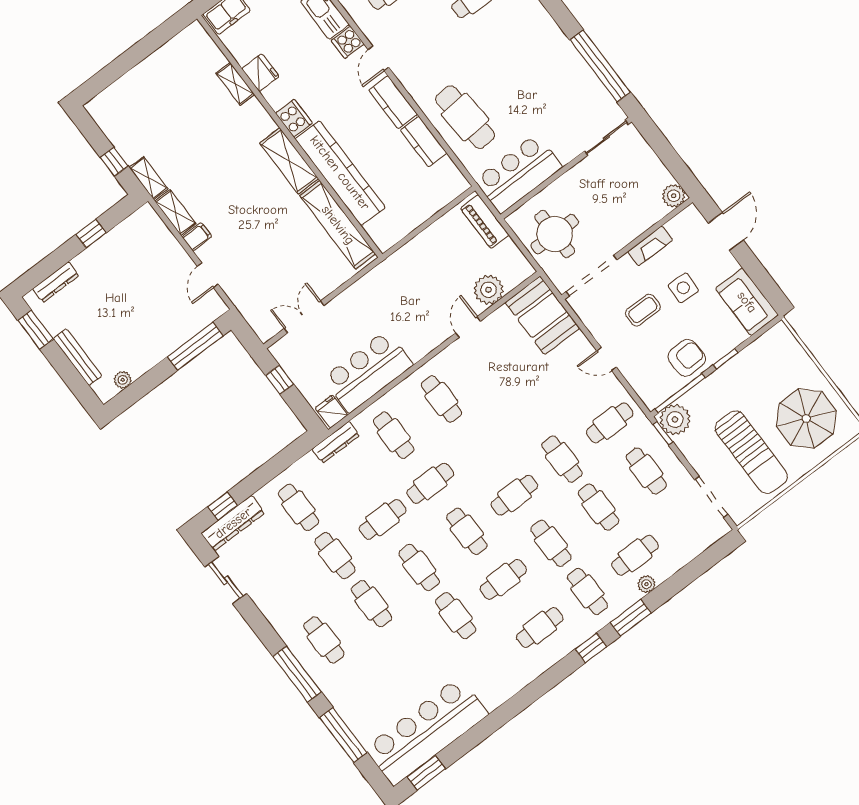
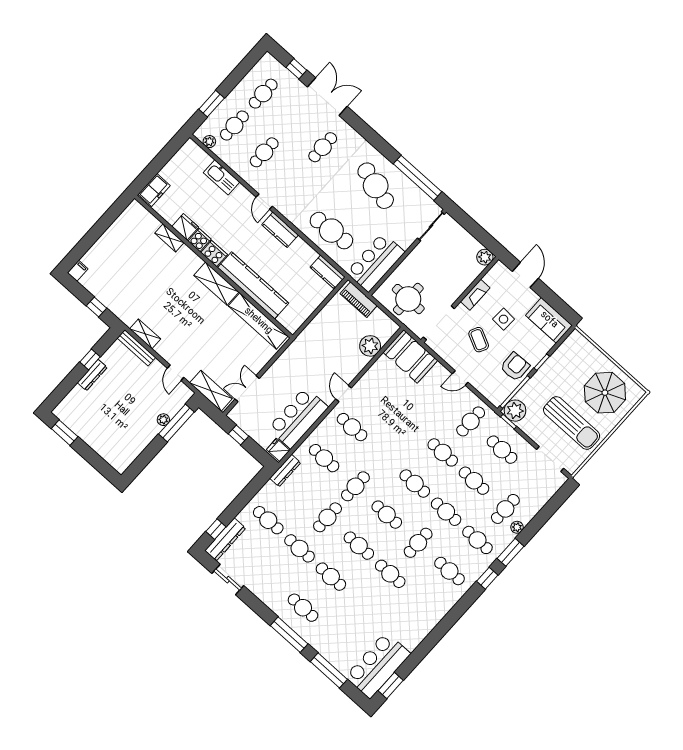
cooker: (348, 42) -> (199, 240), moved, turned 180
cafe table: (539, 66) -> (376, 186), added
kitchen counter: (424, 142) -> (328, 272), moved
shelving: (149, 178) -> (211, 391), moved, width x1.50, depth x1.33
filing cabinet: (197, 237) -> (78, 271), moved
dresser: (56, 282) -> (92, 375), moved
coffee table: (643, 310) -> (479, 340), turned -64
door: (468, 327) -> (344, 394), moved
bench: (78, 357) -> (136, 348), moved
plant: (123, 380) -> (163, 420), moved
cafe table: (514, 495) -> (415, 484), turned 90
cafe table: (540, 628) -> (449, 571), turned 90
bar counter: (427, 731) -> (378, 665), width x0.73

